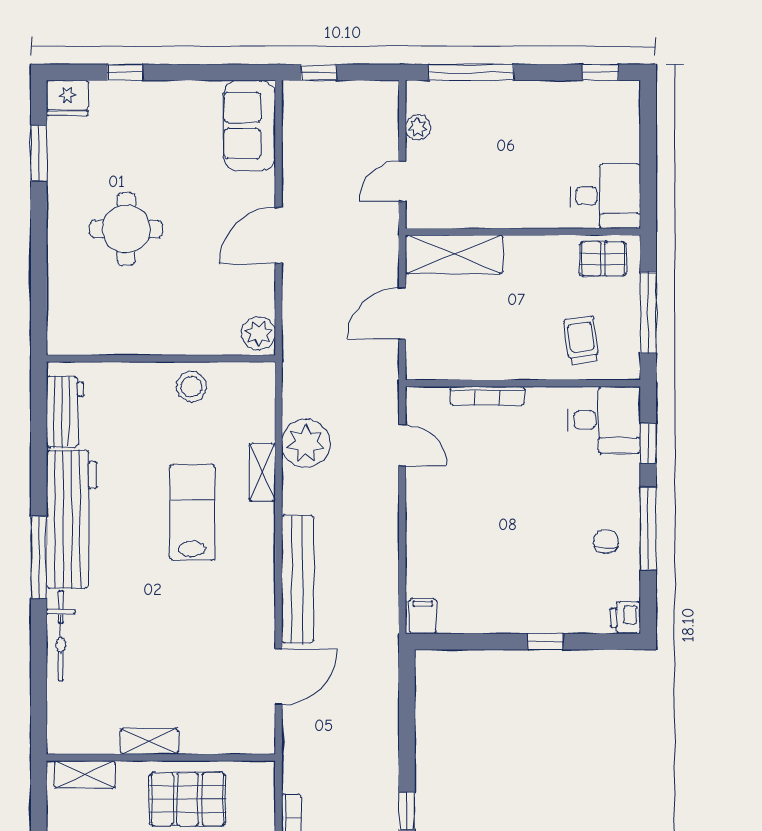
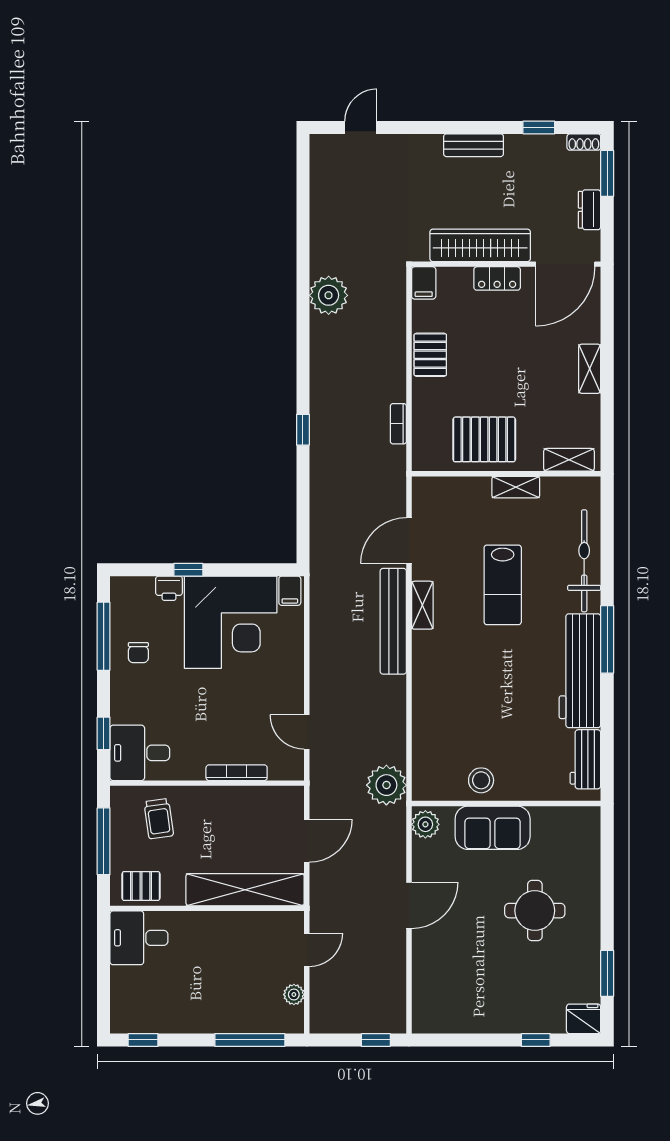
sofa: (249, 125) -> (493, 828), moved, turned 90
shelving: (454, 254) -> (245, 890), width x1.47
plant: (306, 443) -> (386, 785), moved
shelving: (262, 472) -> (422, 605), moved
lab bench: (192, 512) -> (503, 585), moved
window: (648, 528) -> (104, 636), moved
corner desk: (494, 578) -> (231, 622), added
printer: (626, 618) -> (169, 588), moved, turned 90
bicycle: (61, 636) -> (584, 561), width x1.37, depth x1.40

